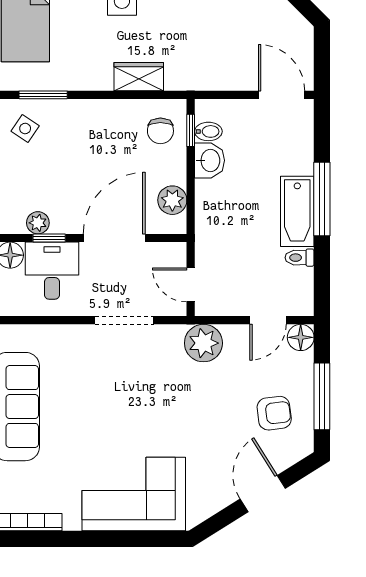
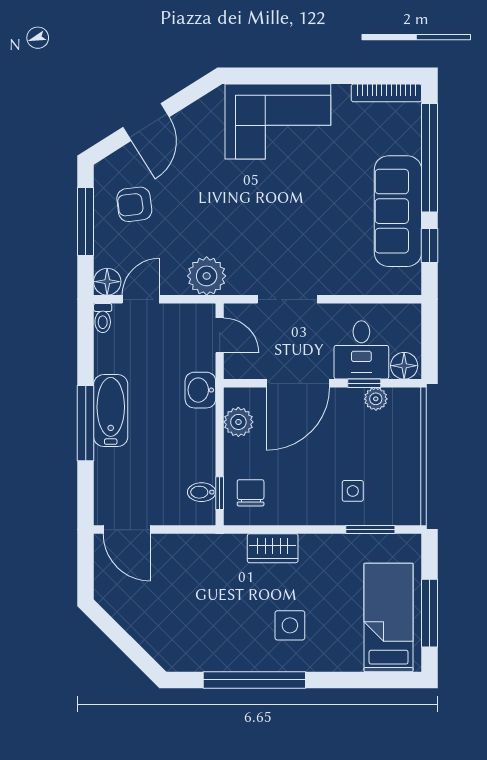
side table: (25, 129) -> (353, 491), moved, turned -34
washbasin: (210, 160) -> (200, 390), moved
toilet: (300, 258) -> (103, 318), moved, turned 90

